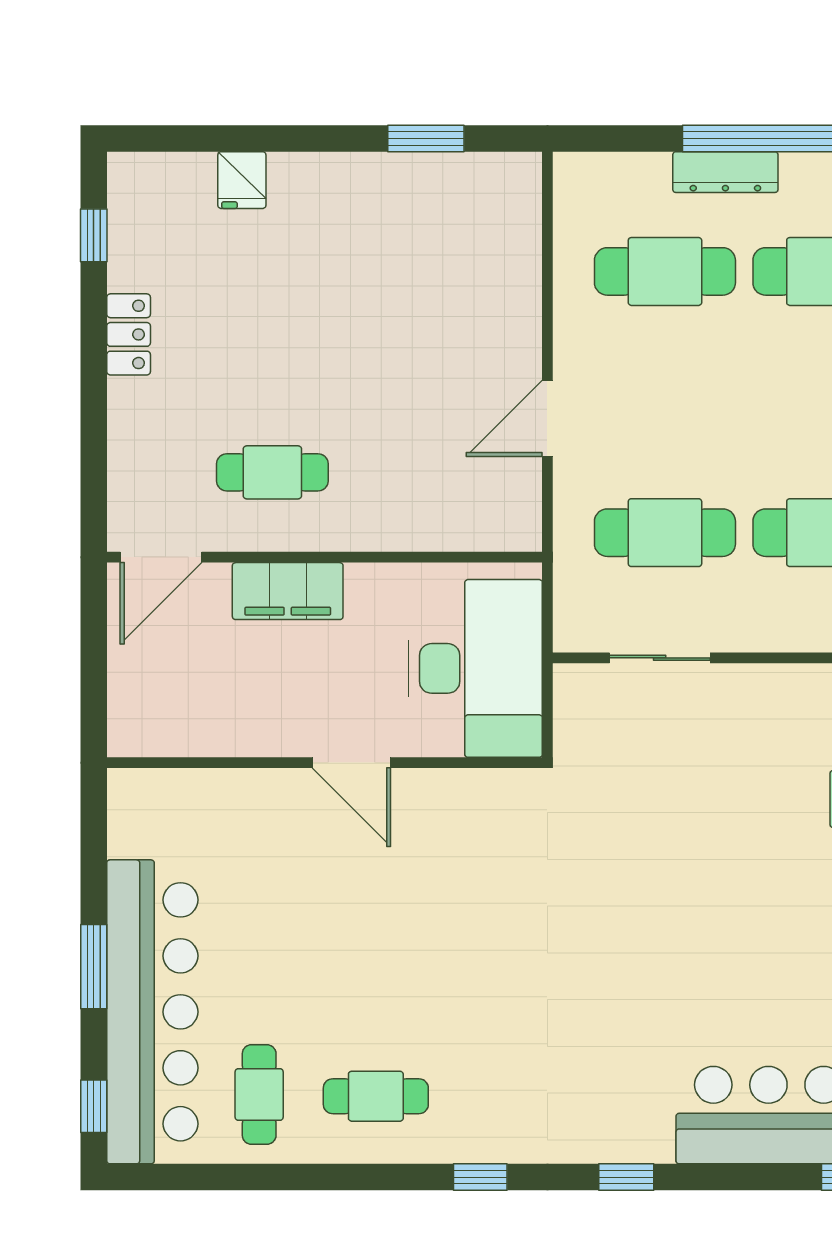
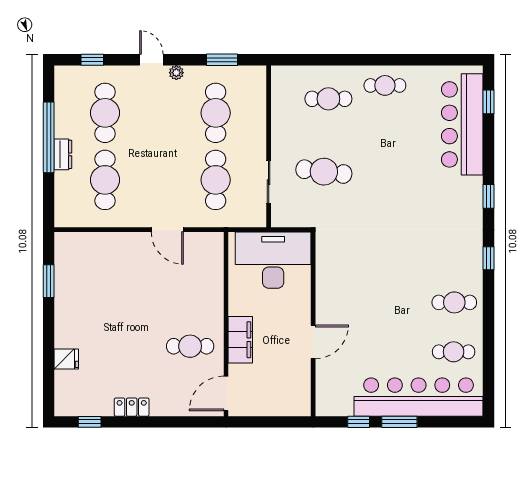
dresser: (725, 172) -> (63, 154), width x0.70
cafe table: (272, 472) -> (190, 346), turned 90
door: (161, 557) -> (226, 393), swing flipped
door: (351, 763) -> (313, 342), moved
cafe table: (685, 788) -> (324, 172), added
cafe table: (376, 1096) -> (454, 302), turned 90
window: (94, 1106) -> (359, 422), moved

